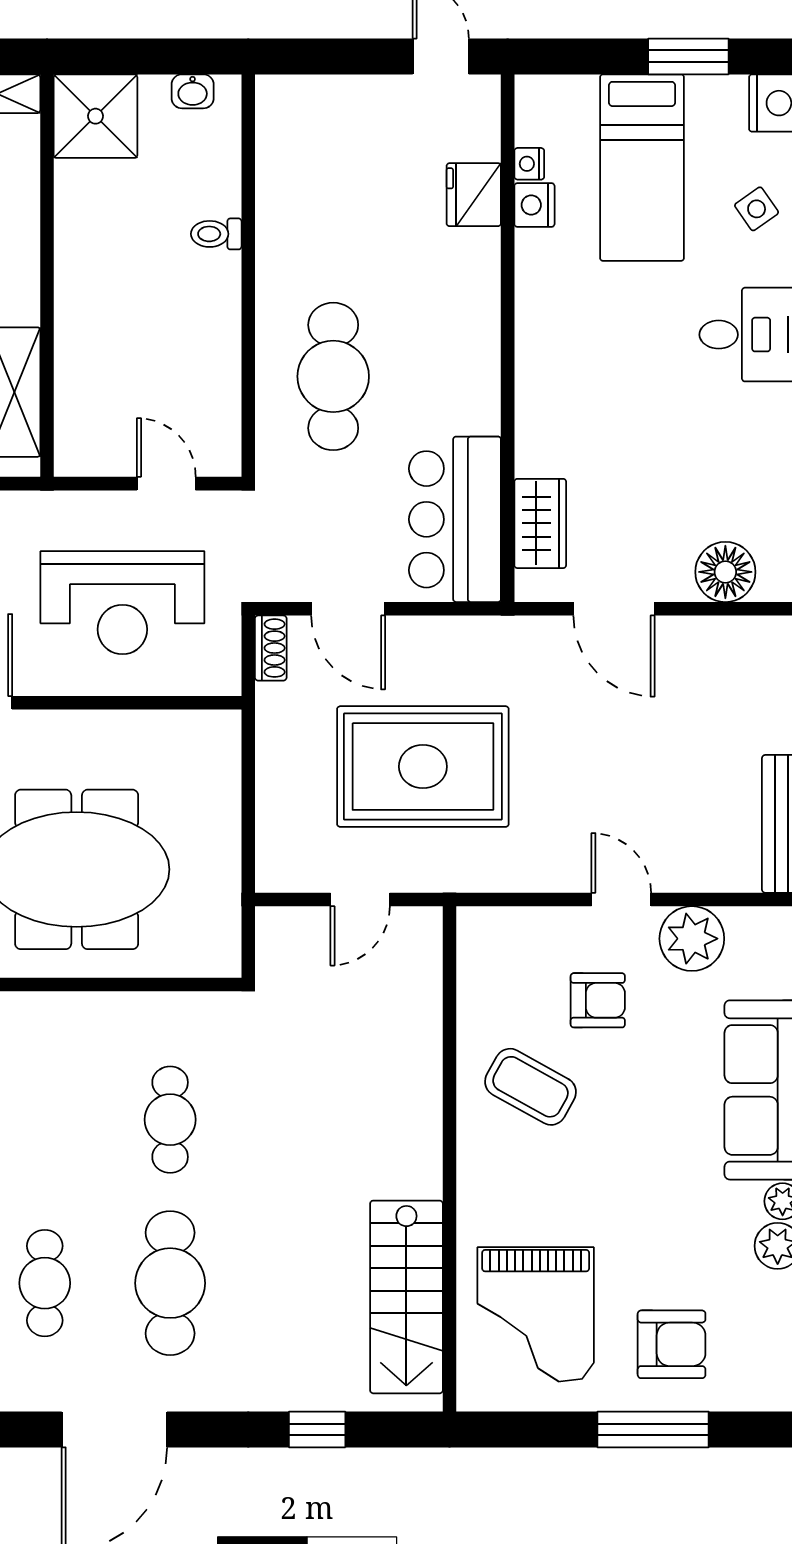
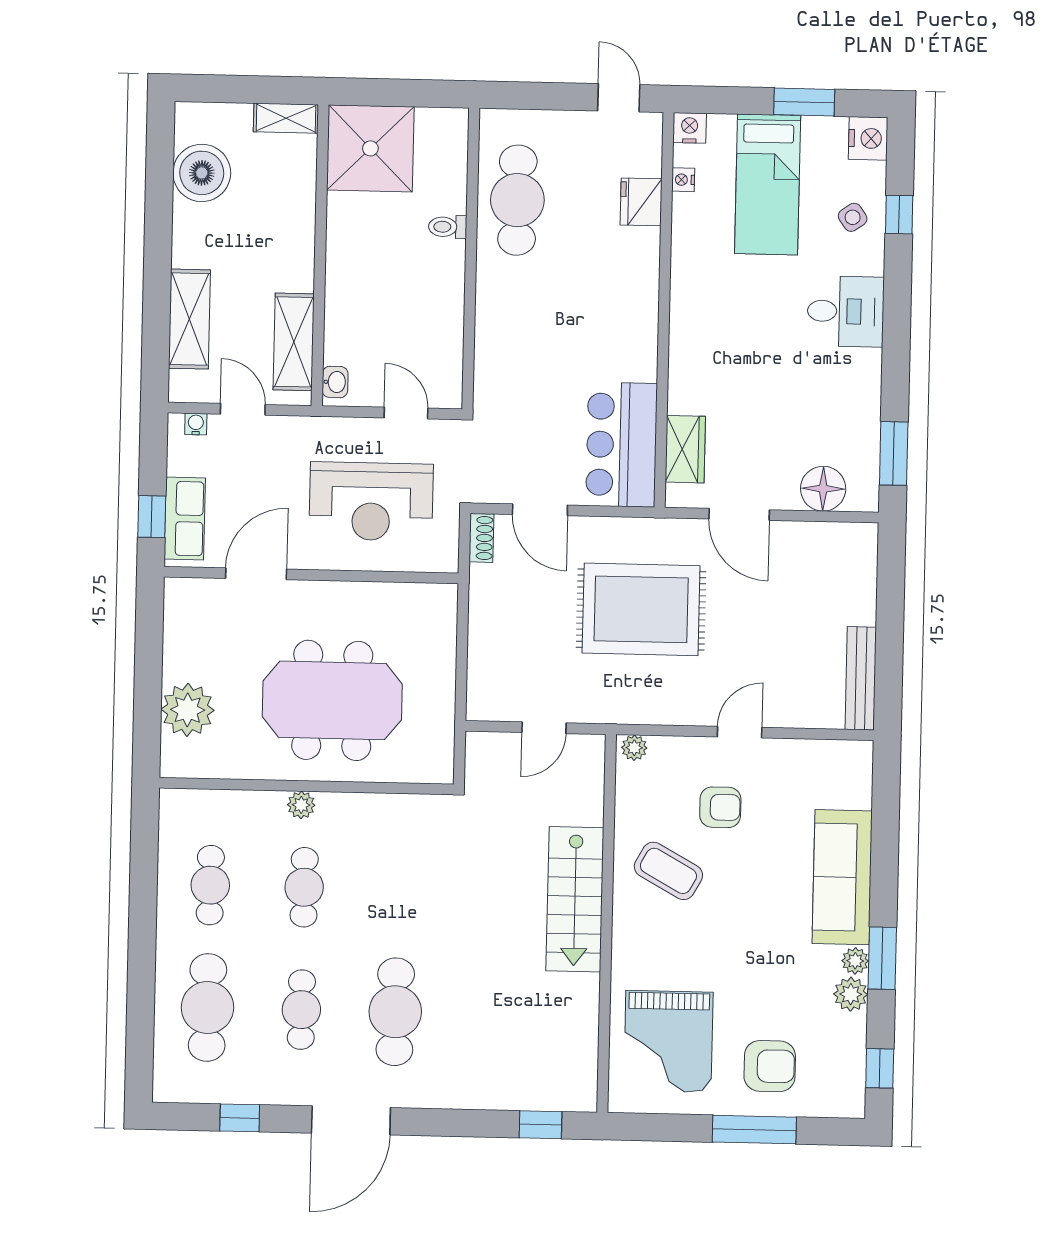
washbasin: (193, 91) -> (335, 382), moved, turned -90
shower: (96, 116) -> (370, 148), width x1.37, depth x1.37
nightstand: (534, 205) -> (690, 128), moved, turned 90
cafe table: (333, 376) -> (517, 200), moved
rug: (423, 767) -> (641, 609), moved
door: (621, 899) -> (740, 732), hinge flipped
plant: (692, 939) -> (634, 748), moved, width x0.53, depth x0.53
plant: (38, 1010) -> (301, 805), added
cafe table: (170, 1120) -> (304, 887), moved
stairs: (406, 1297) -> (575, 899), moved
window: (317, 1429) -> (540, 1125), moved

